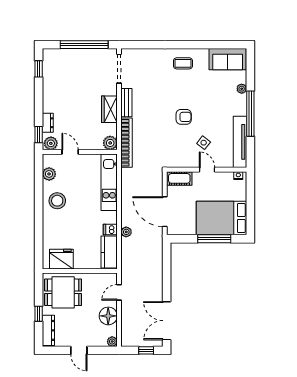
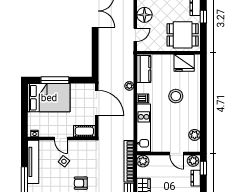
stool: (57, 201) -> (176, 96), moved
dishwasher: (110, 230) -> (143, 98), moved

